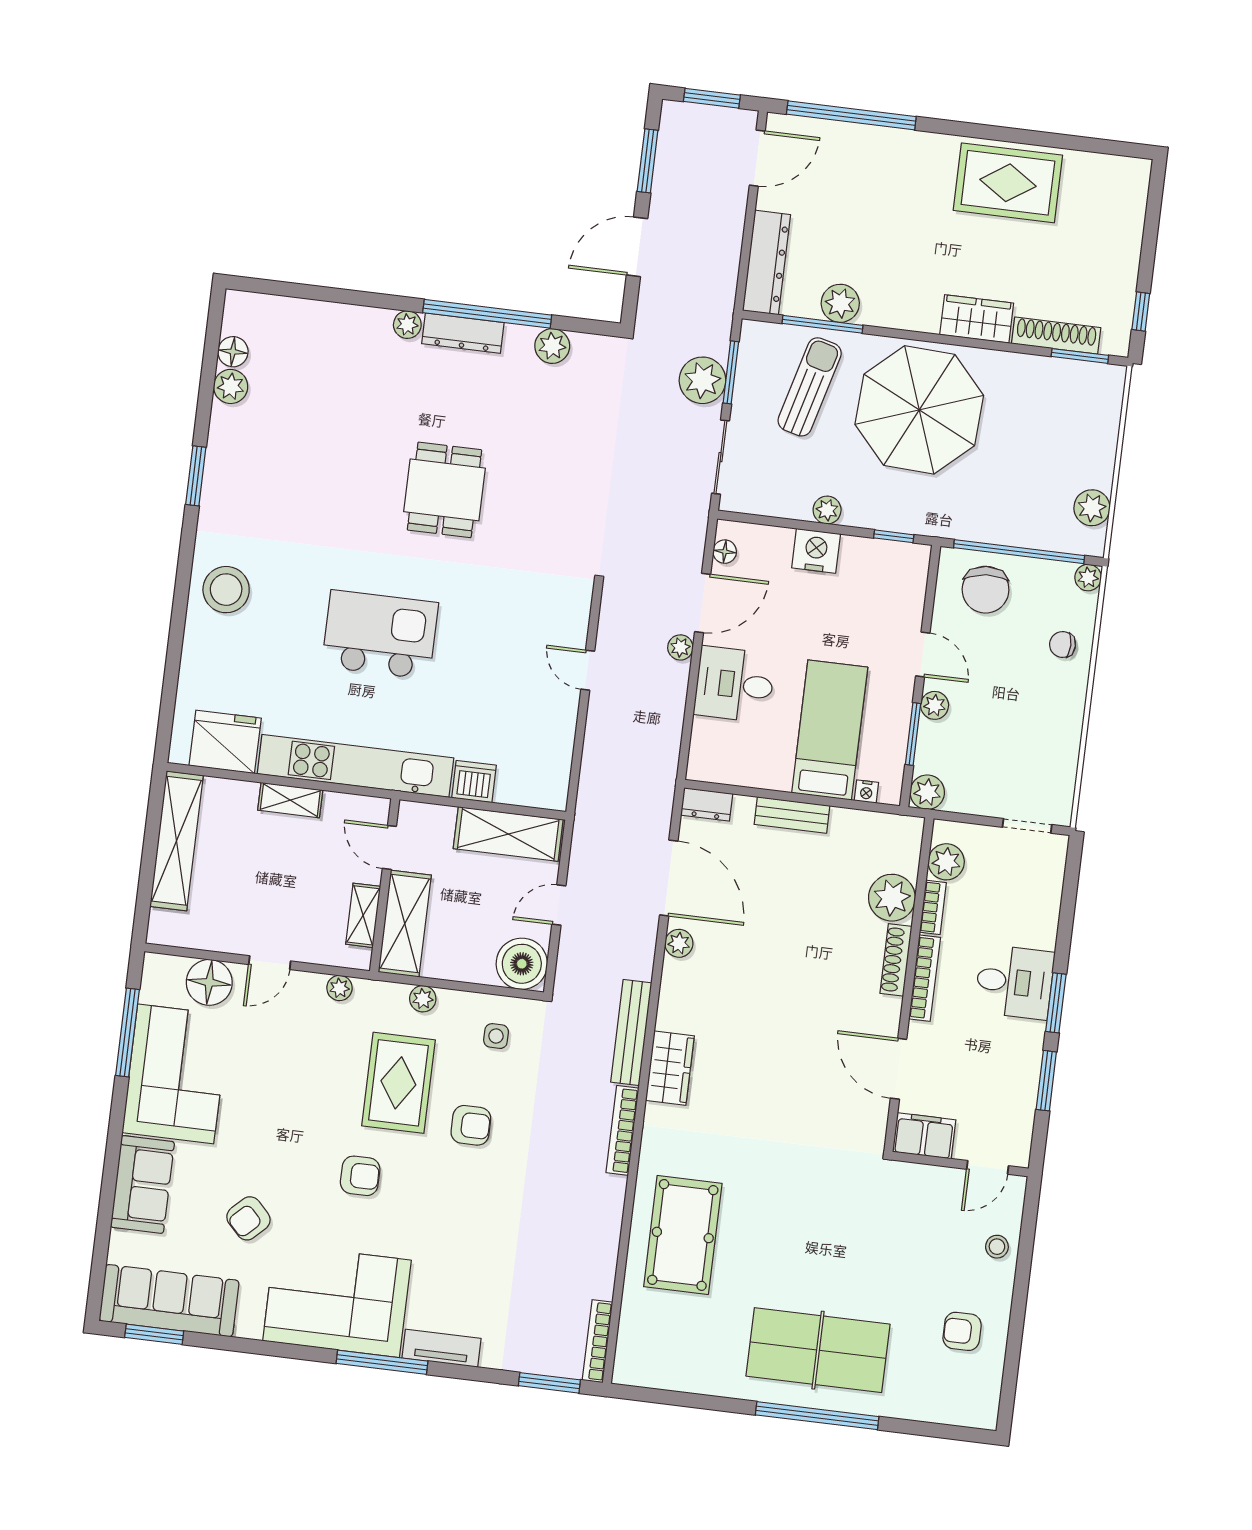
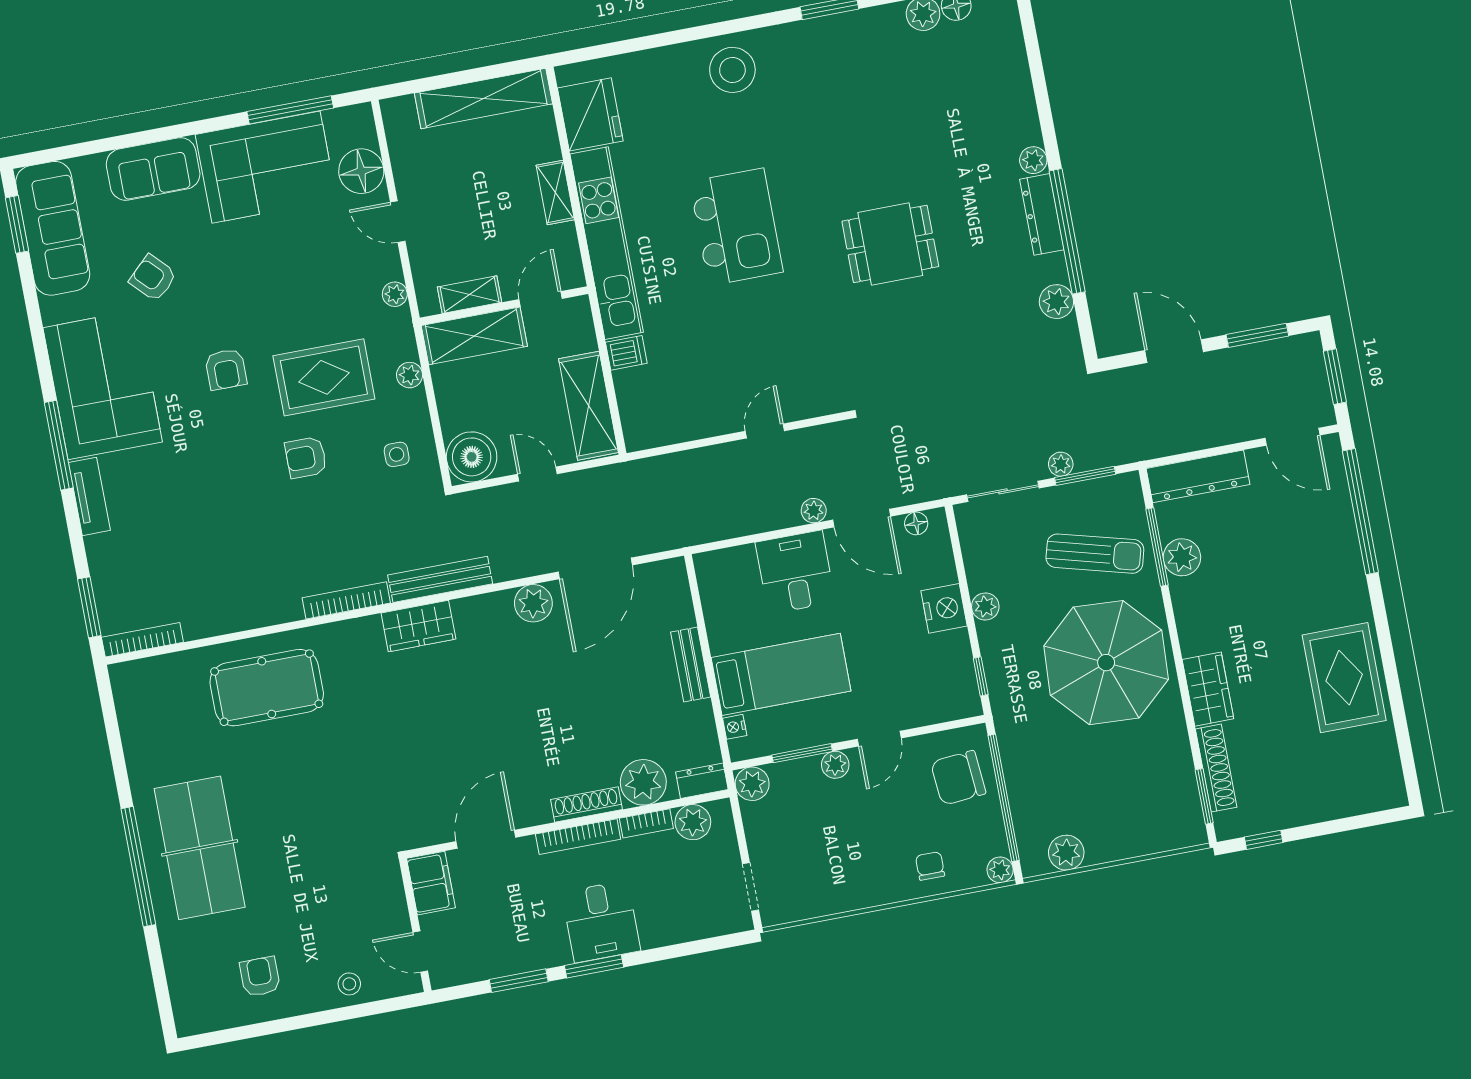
plant: (702, 380) -> (1061, 464), width x0.53, depth x0.53
dishwasher: (474, 782) -> (626, 353), width x0.73
dresser: (707, 804) -> (702, 781), moved, turned 90
plant: (679, 943) -> (533, 603), width x1.38, depth x1.38
armchair: (471, 1125) -> (306, 458), turned 90

